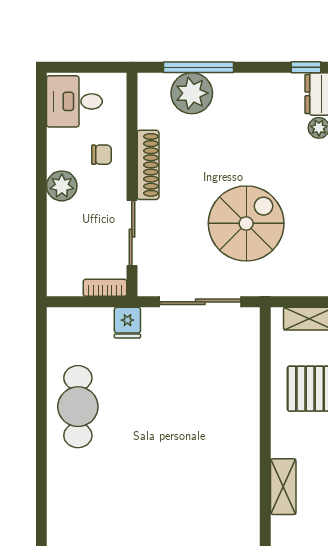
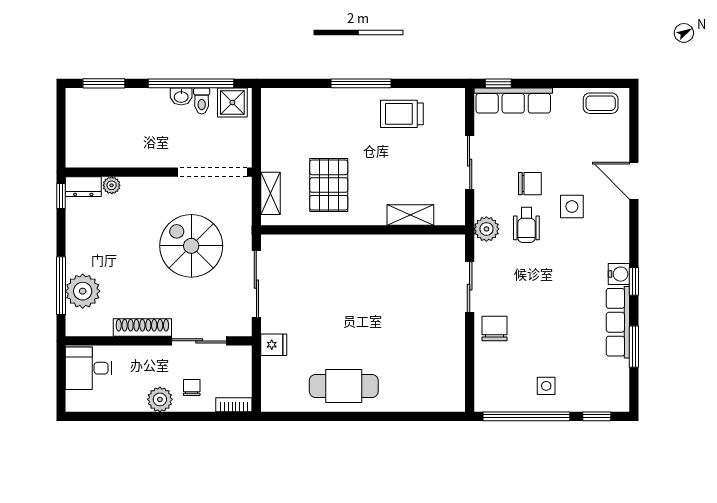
desk: (74, 101) -> (89, 368), moved, turned 90
chair: (102, 155) -> (192, 388), moved
bookcase: (105, 288) -> (234, 405), moved, turned 90

